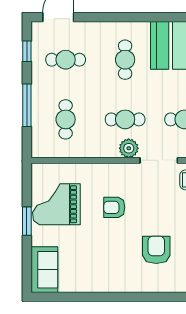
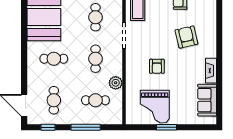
plant: (129, 148) -> (116, 83), moved
armchair: (156, 250) -> (186, 37), turned 77
sofa: (44, 270) -> (207, 100), moved, turned -90
fireplace: (108, 285) -> (211, 71), added

